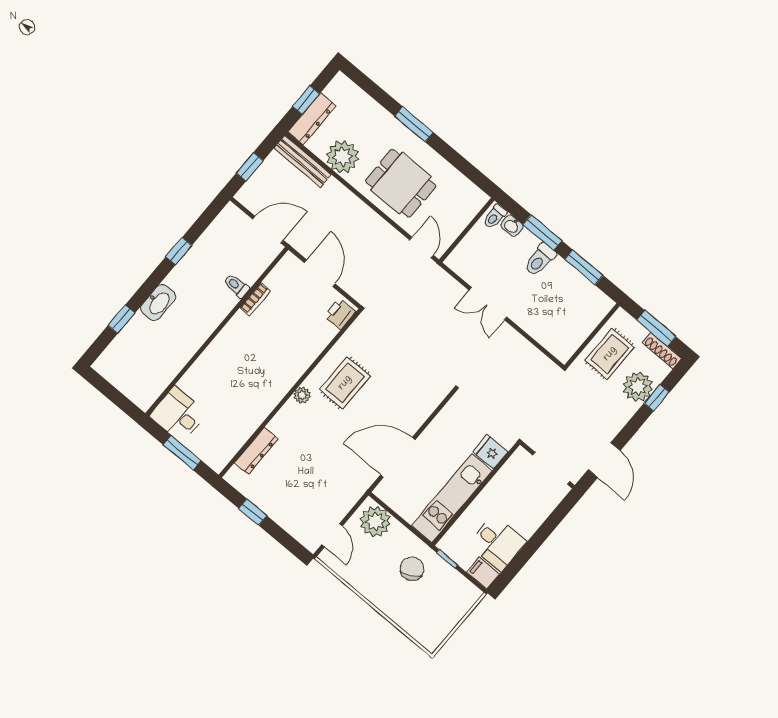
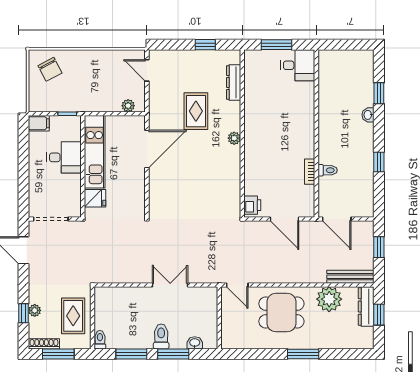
toilet: (495, 216) -> (100, 340), moved
door: (268, 230) -> (337, 219), hinge flipped
washbasin: (158, 302) -> (368, 115), width x0.52, depth x0.69
rug: (345, 383) -> (196, 111), moved
plant: (638, 387) -> (35, 310), width x0.53, depth x0.53
plant: (375, 522) -> (128, 106), width x0.53, depth x0.53
desk: (497, 543) -> (64, 157), moved, turned 180
chair: (412, 569) -> (50, 69), moved

